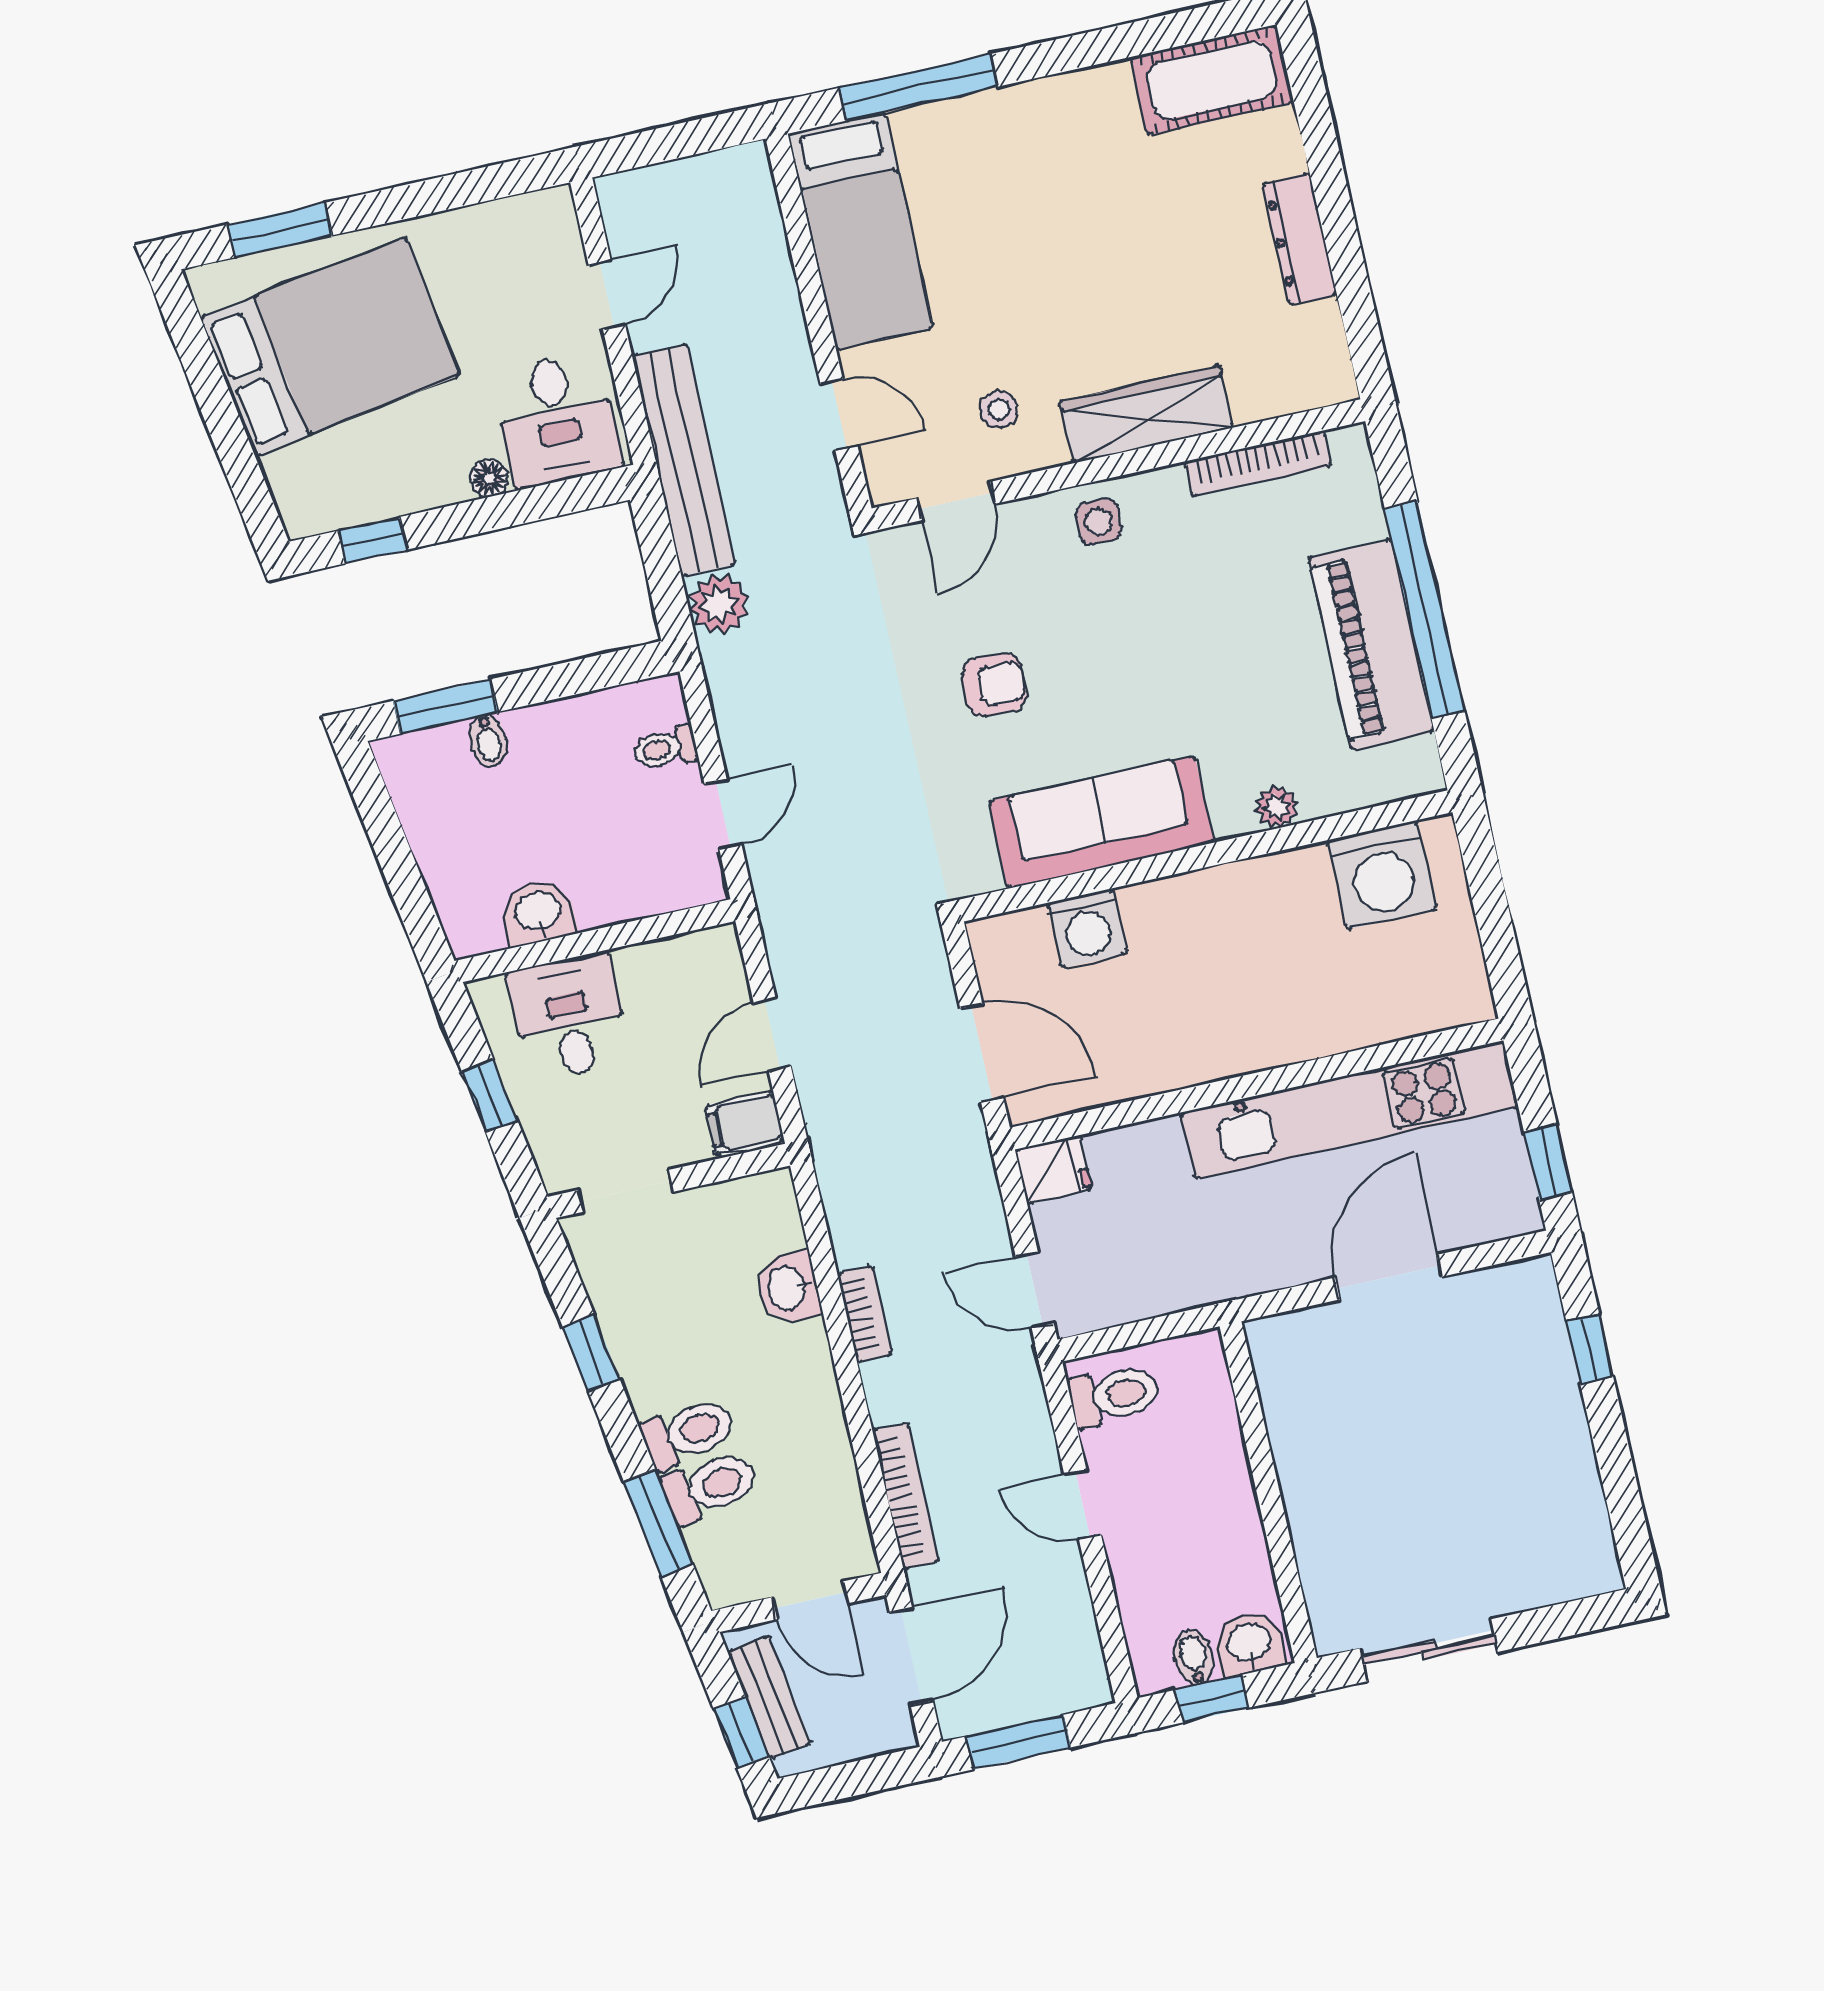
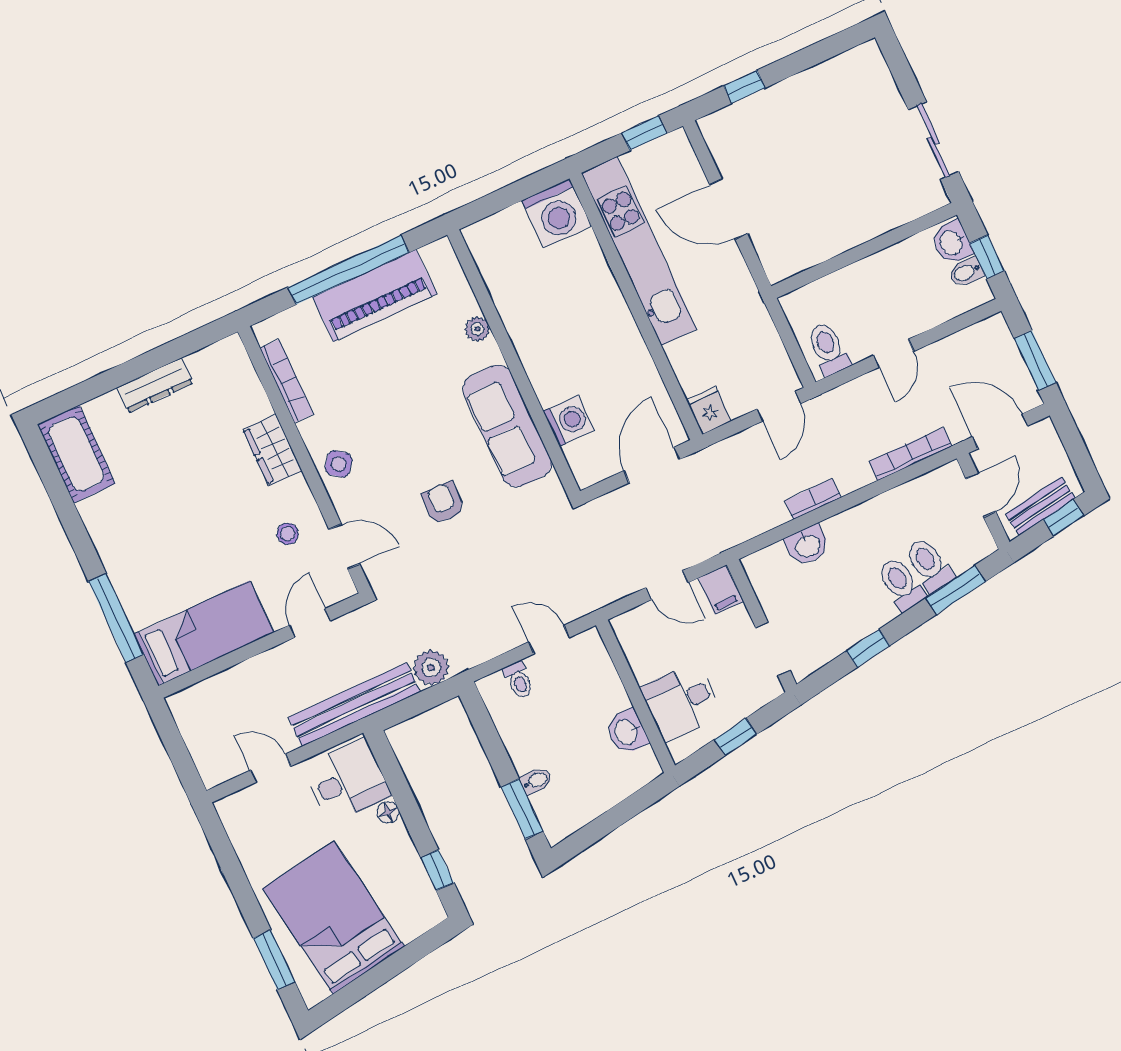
wardrobe: (1147, 414) -> (272, 450), width x0.67
side table: (1099, 522) -> (339, 464), turned 37
washing machine: (1382, 875) -> (557, 213), moved, turned 90

